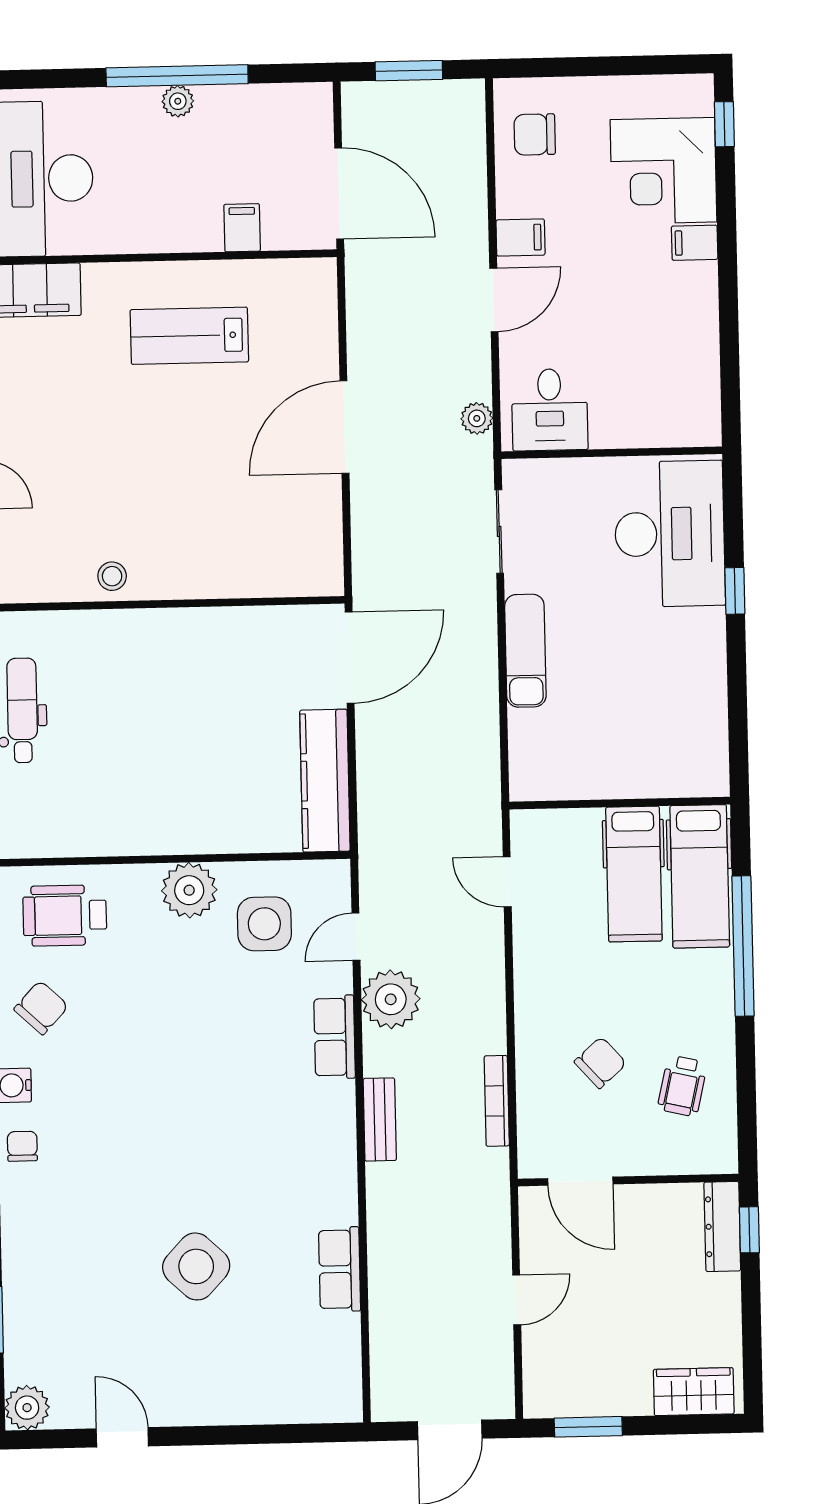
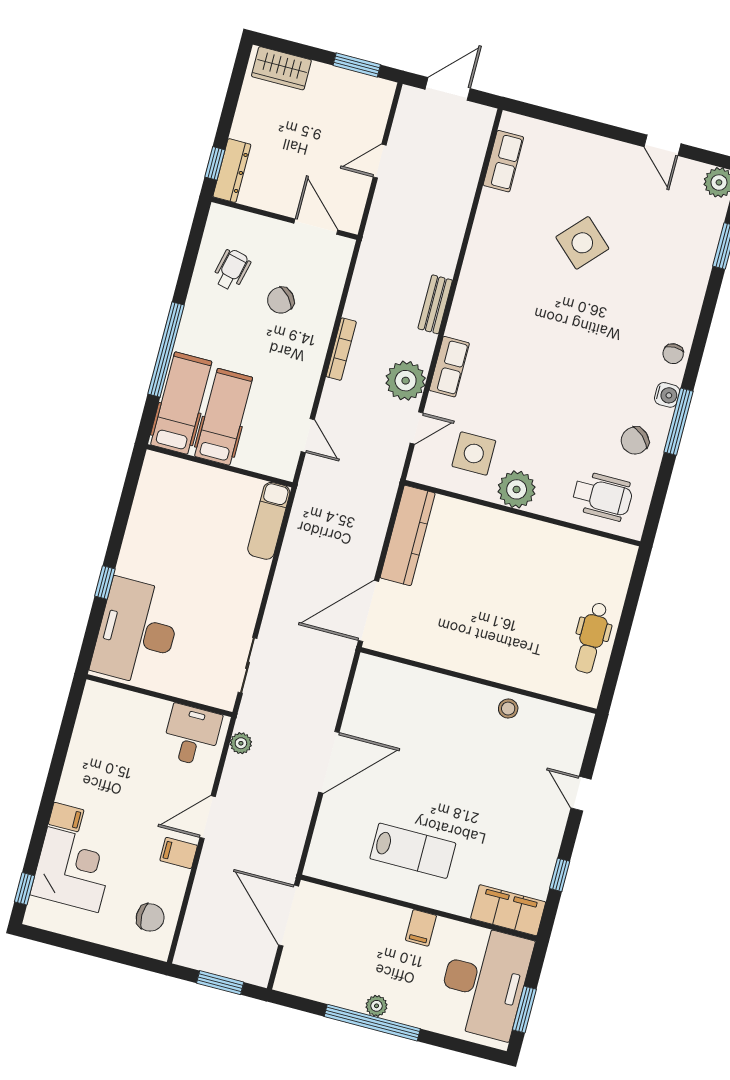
filing cabinet: (242, 228) -> (421, 928), moved
exam couch: (525, 651) -> (269, 521), moved
bookcase: (497, 1101) -> (341, 349), moved
row of seats: (340, 1269) -> (503, 161), moved

